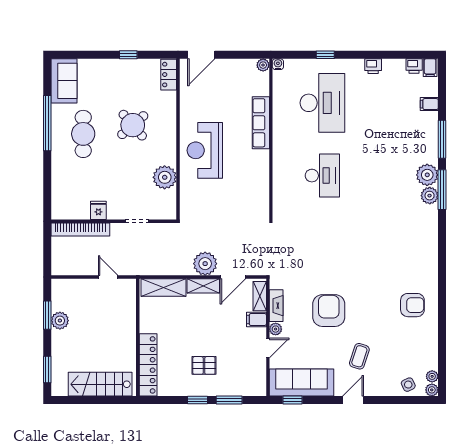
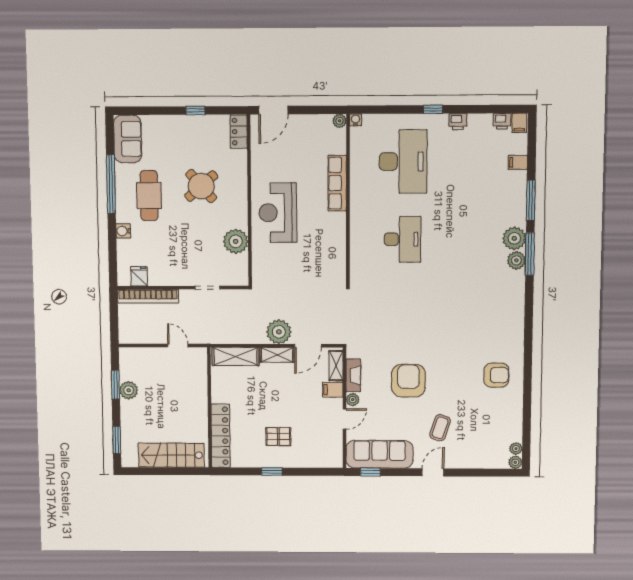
window: (325, 55) -> (433, 109), moved
water cooler: (58, 167) -> (123, 231), added
fridge: (98, 210) -> (139, 276), moved
side table: (408, 385) -> (491, 457), removed
window: (229, 400) -> (305, 472), removed

